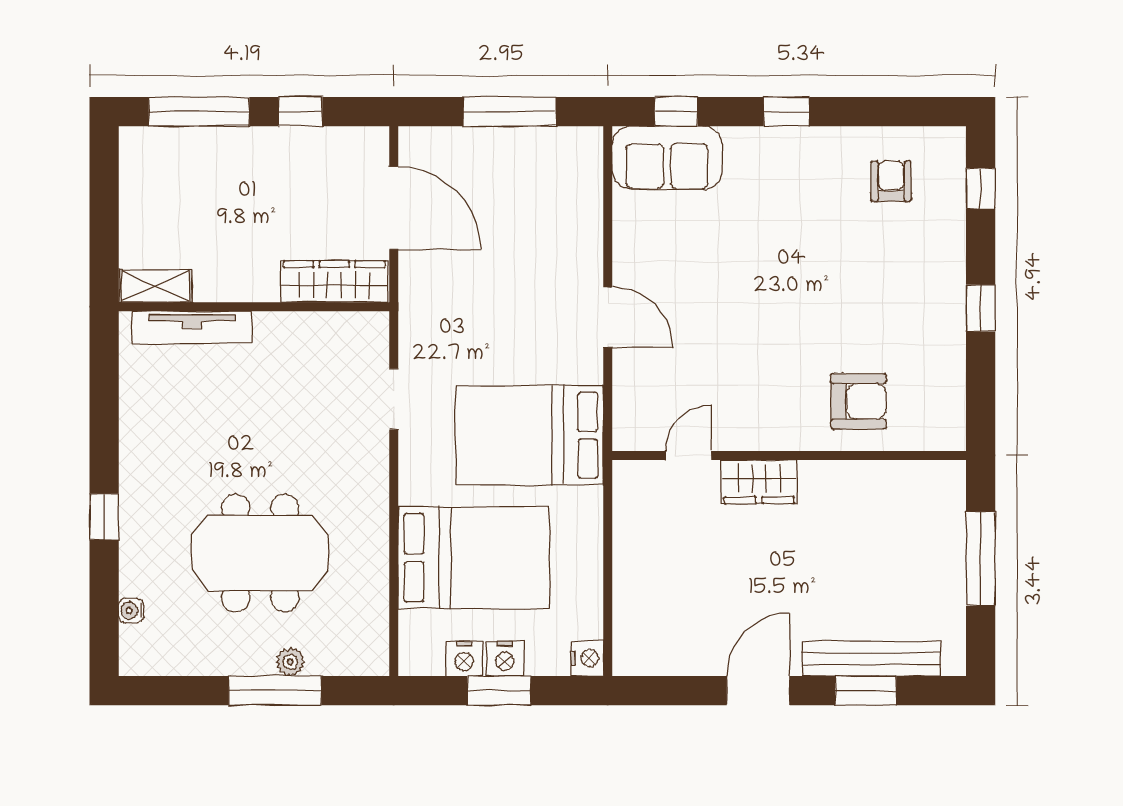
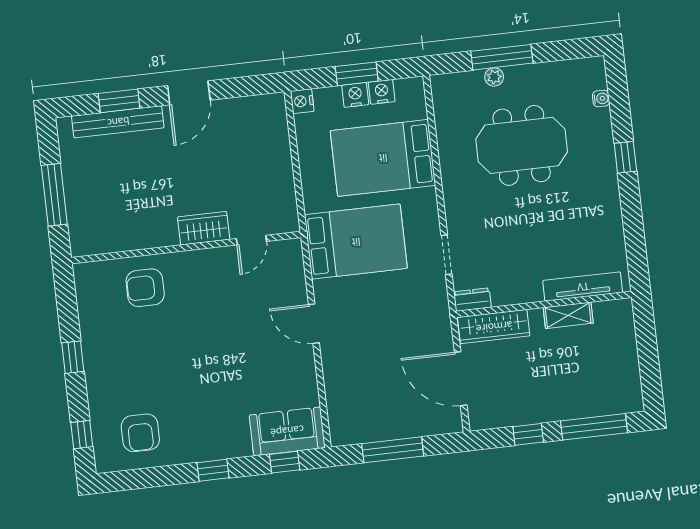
armchair: (891, 181) -> (140, 433), width x1.38, depth x1.38
shelving: (155, 286) -> (568, 315), moved
dresser: (362, 326) -> (472, 300), added

